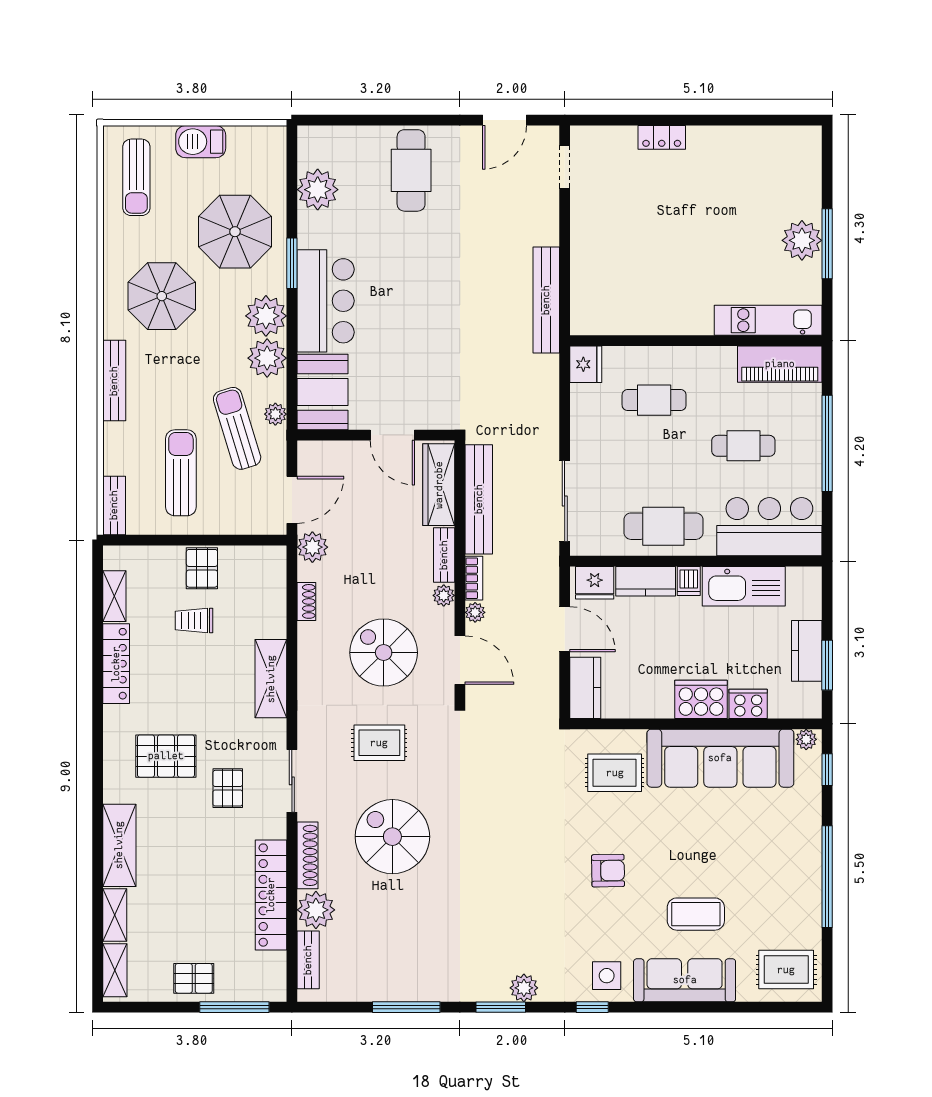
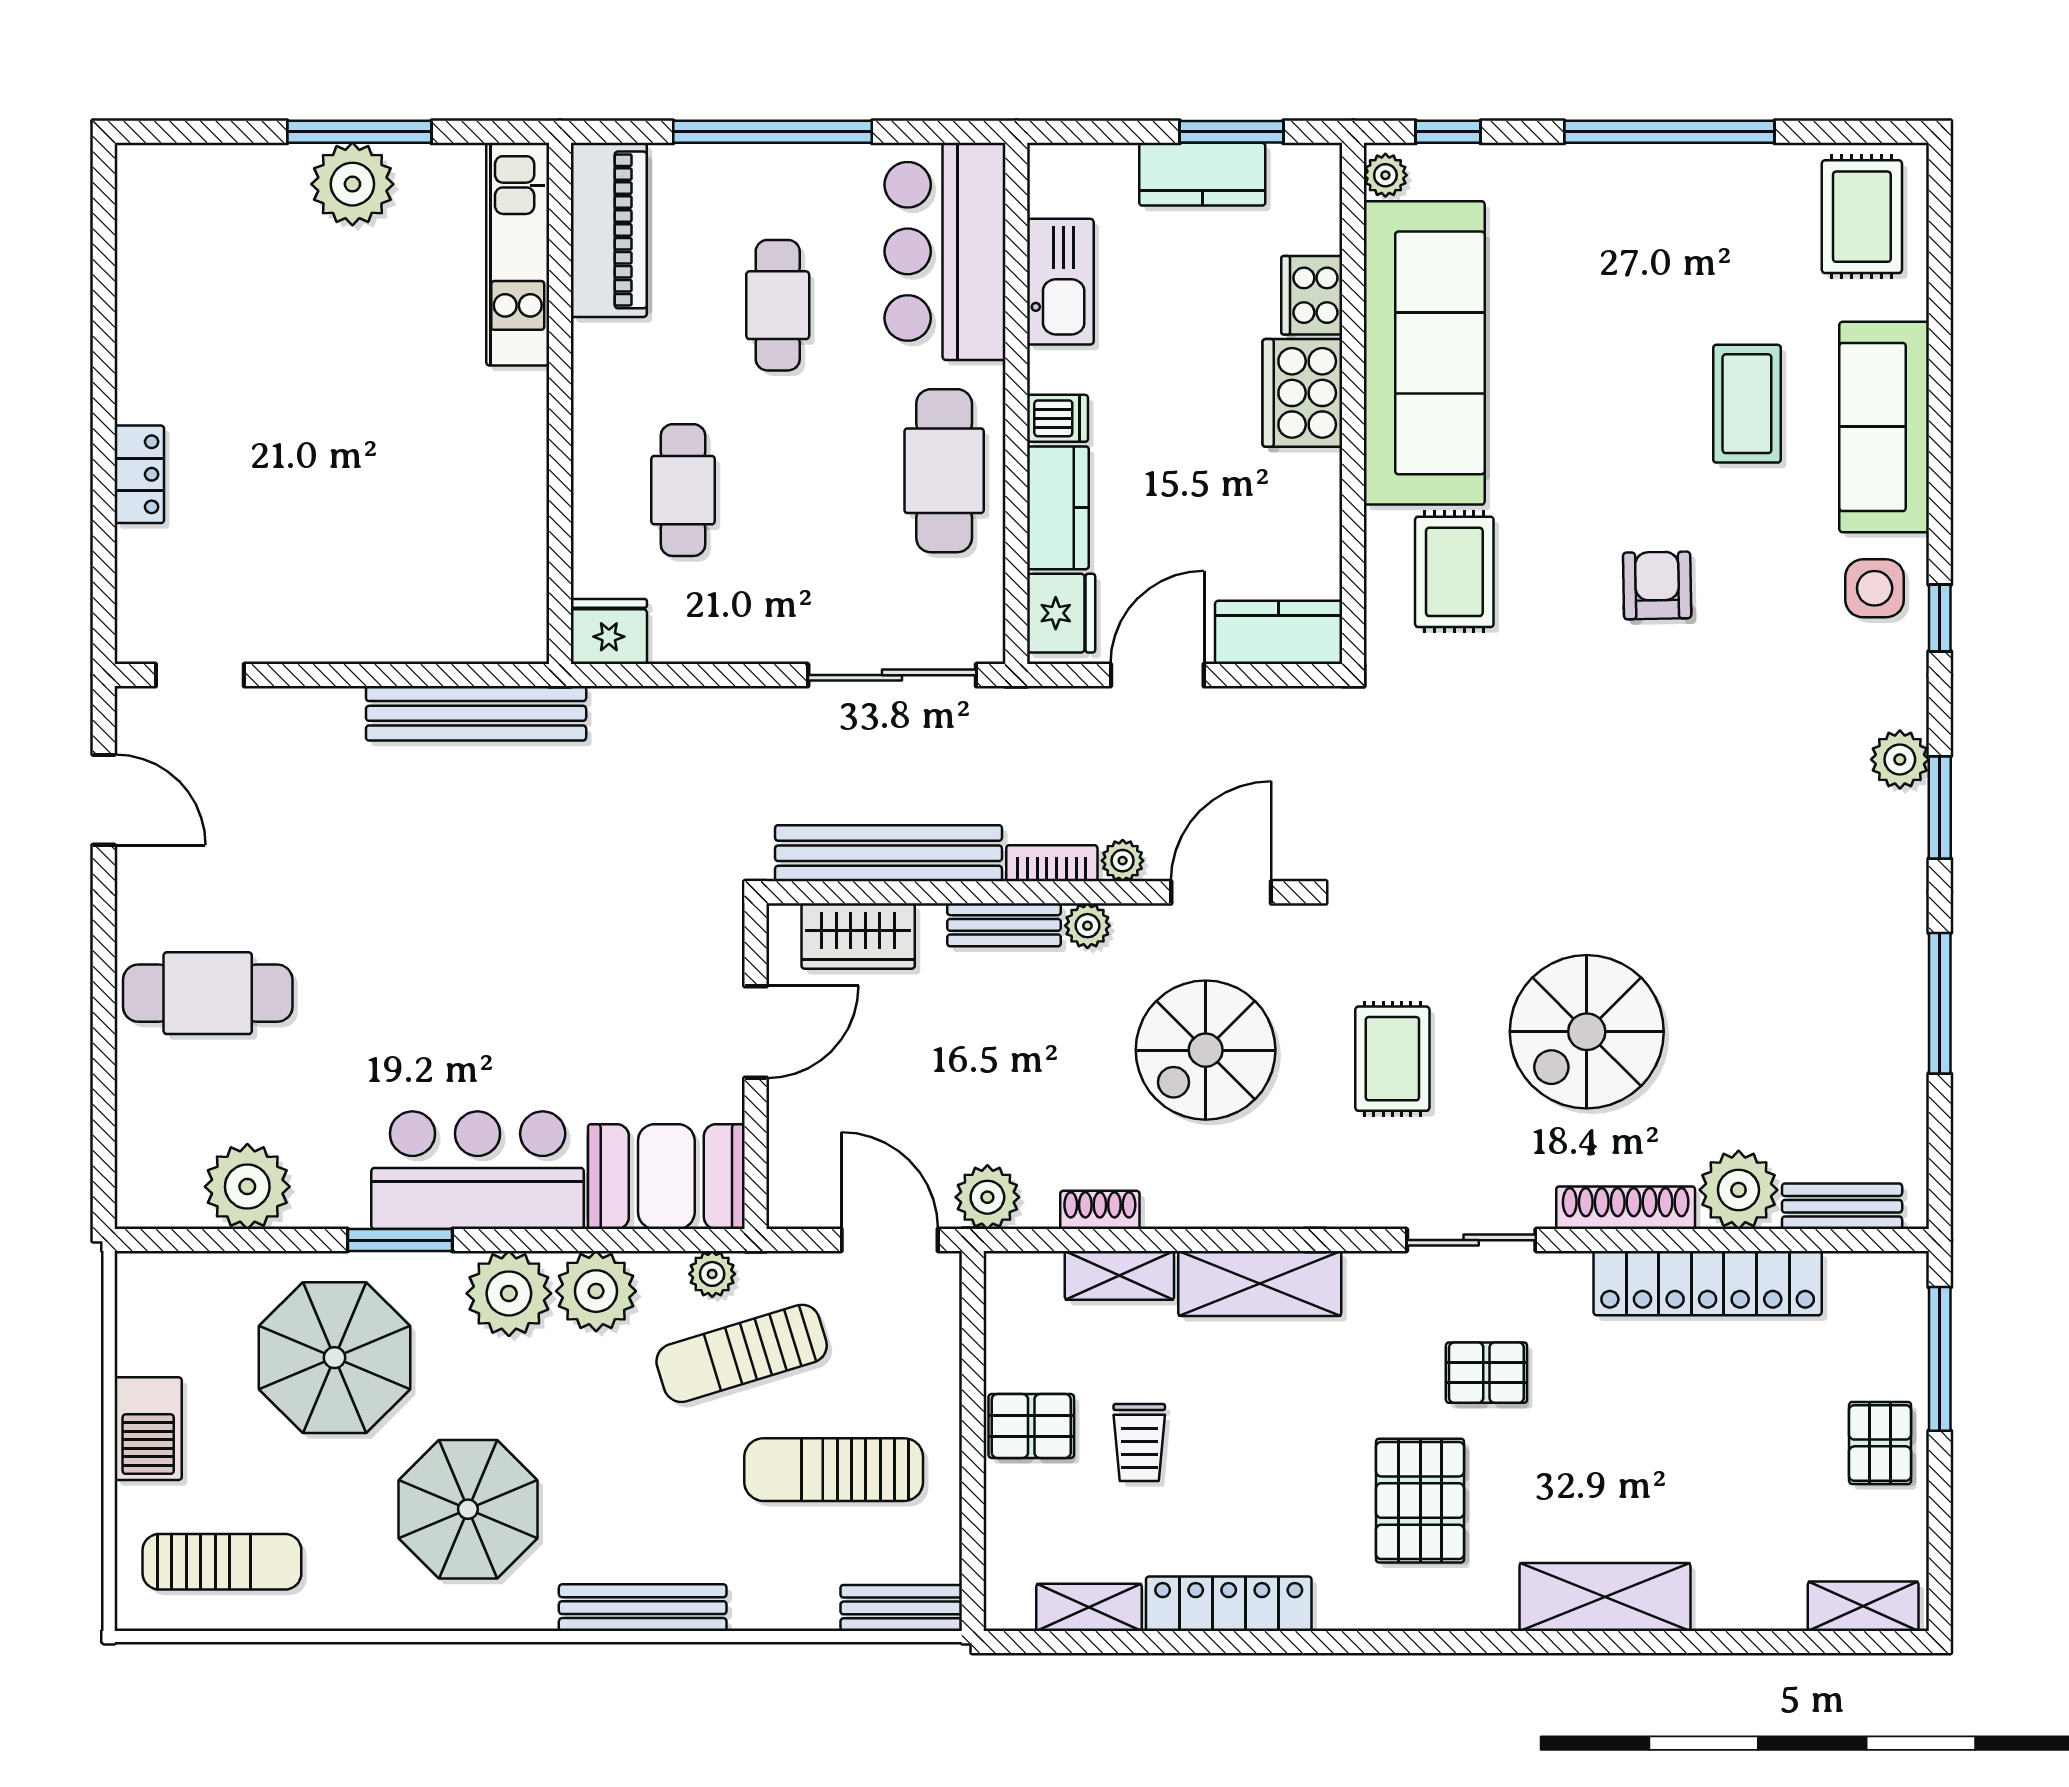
wardrobe: (439, 485) -> (858, 936), width x0.67
kitchen sink: (744, 586) -> (1060, 282), width x0.73, depth x0.81
shelving: (115, 915) -> (1119, 1275), moved

